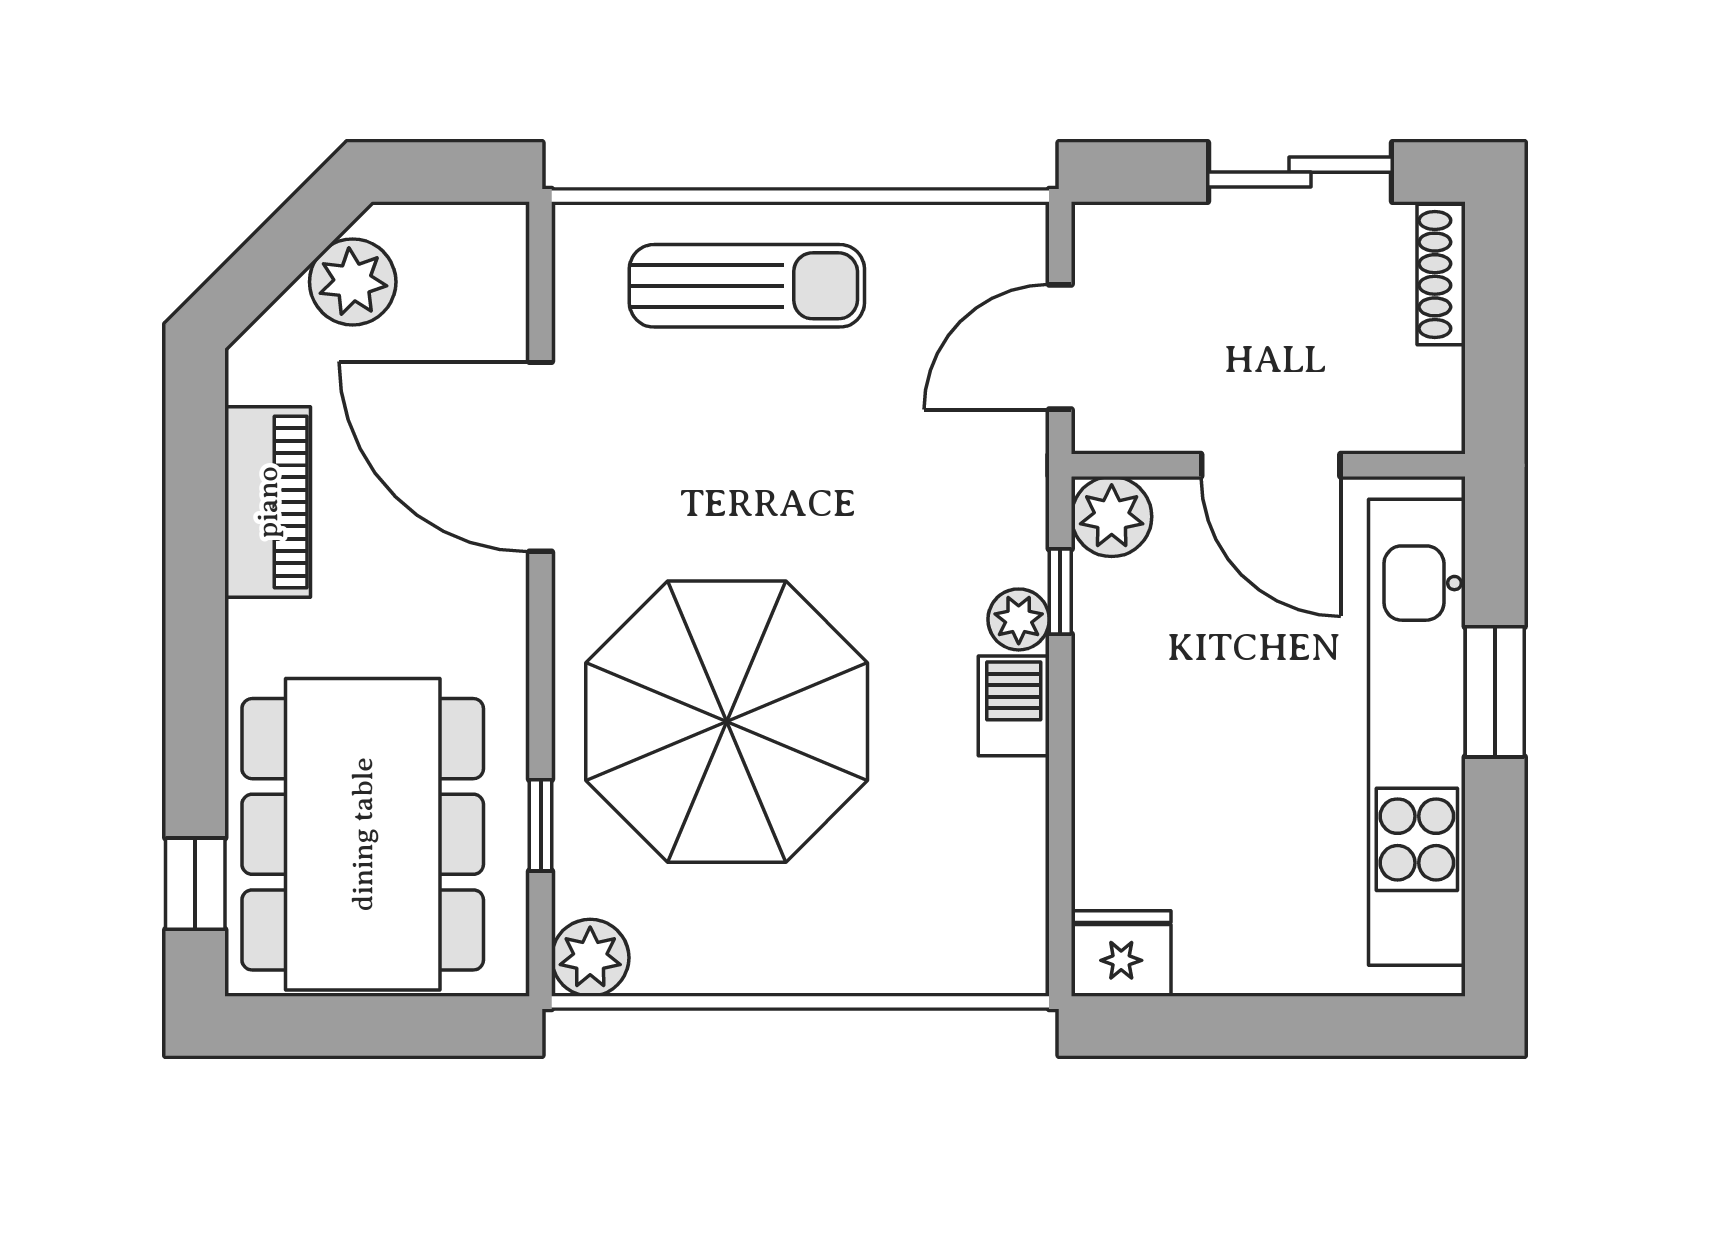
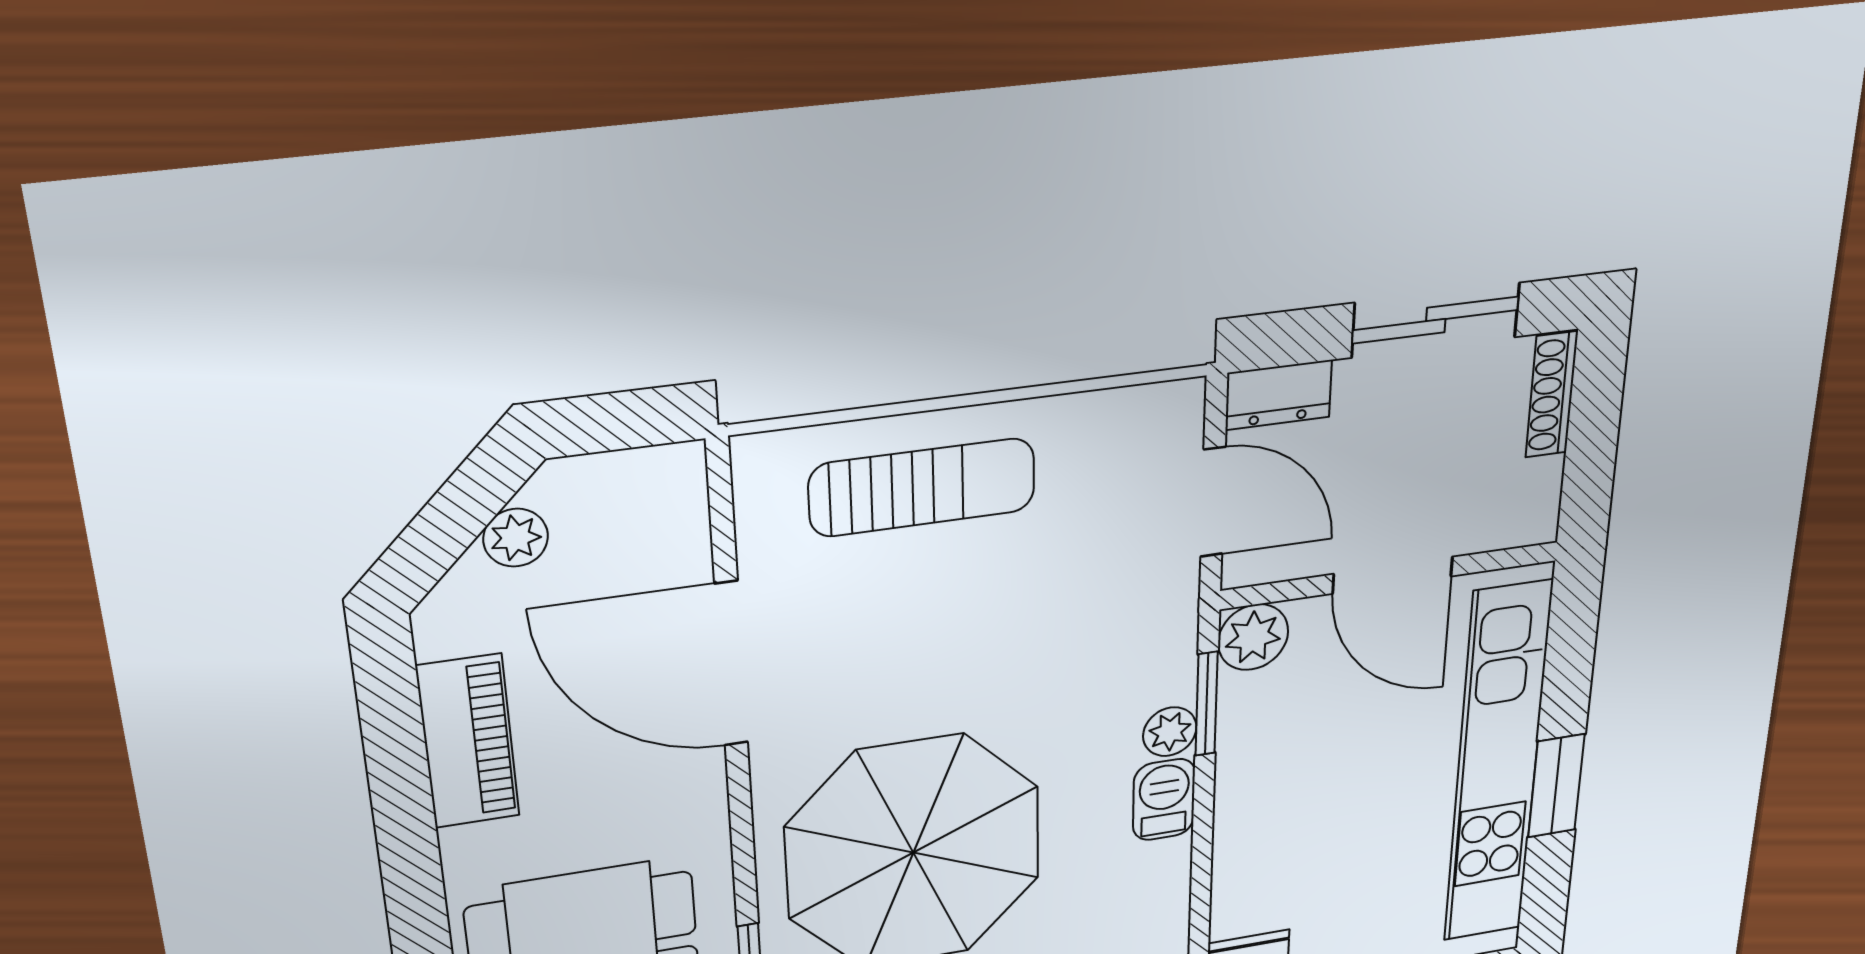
dresser: (1129, 234) -> (1279, 395), added
plant: (353, 282) -> (516, 538), width x0.73, depth x0.73
door: (1060, 347) -> (1213, 502), swing flipped
window: (1060, 591) -> (1207, 704), width x1.50
window: (1495, 692) -> (1556, 786), moved

